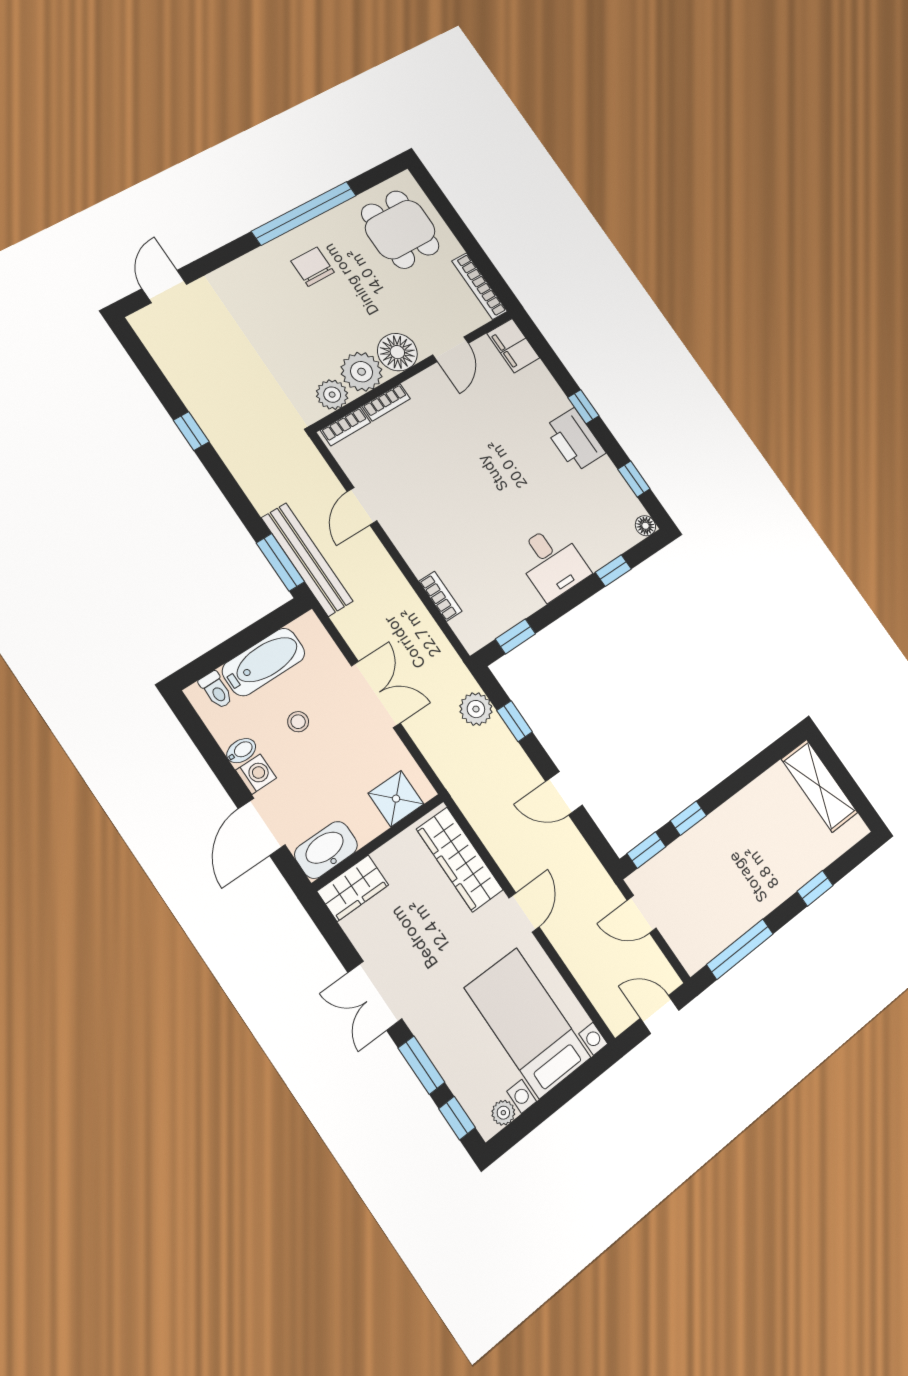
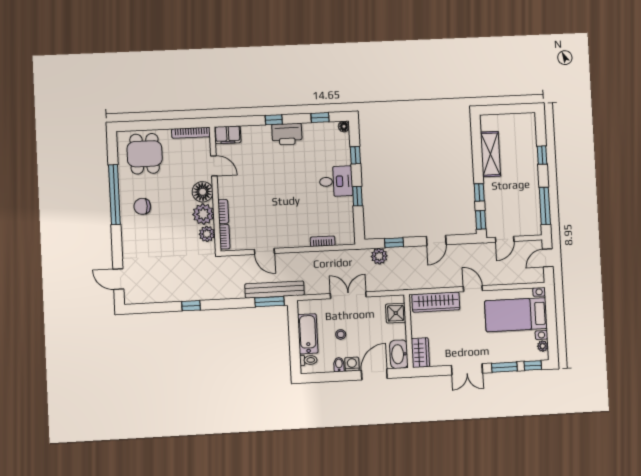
dining table: (400, 230) -> (145, 154), turned 90
window: (515, 636) -> (357, 196), moved
shelving: (819, 786) -> (490, 154), moved, turned 90
door: (262, 827) -> (374, 374), swing flipped

